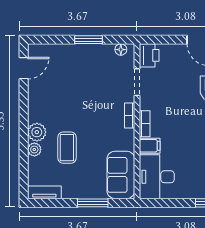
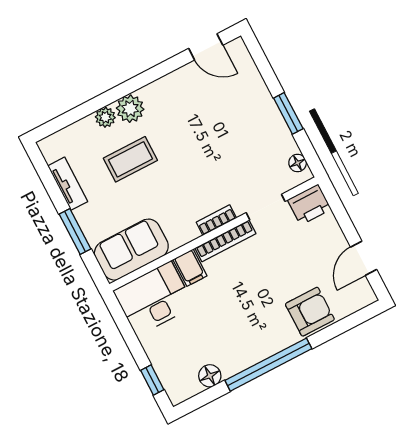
bookcase: (145, 124) -> (225, 241), width x1.56
tv unit: (44, 192) -> (68, 184), moved

